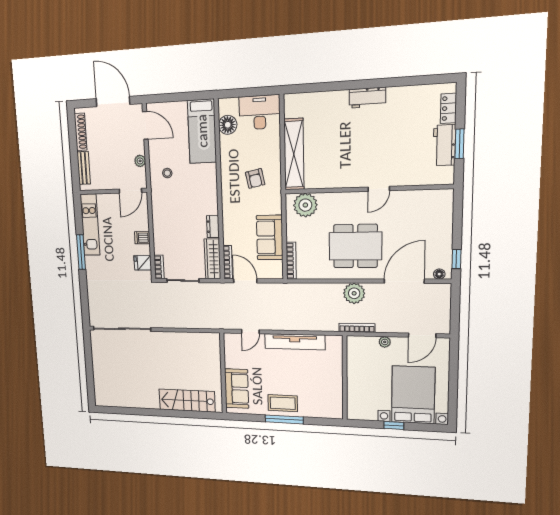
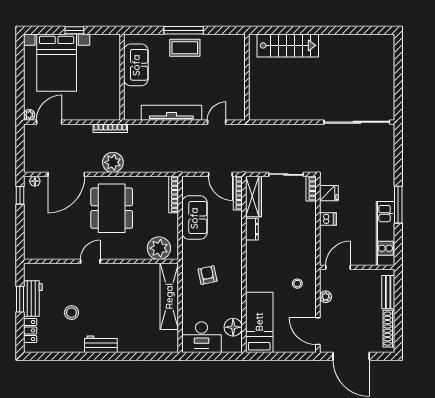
stool: (400, 131) -> (71, 313), added
dining table: (355, 246) -> (112, 208), turned 90
plant: (385, 342) -> (29, 115), moved
sofa: (237, 389) -> (136, 65), moved, turned 180

